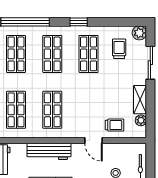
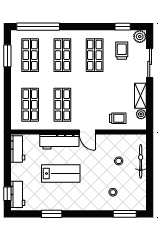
window: (79, 22) -> (123, 27), moved
door: (94, 141) -> (87, 132), moved

